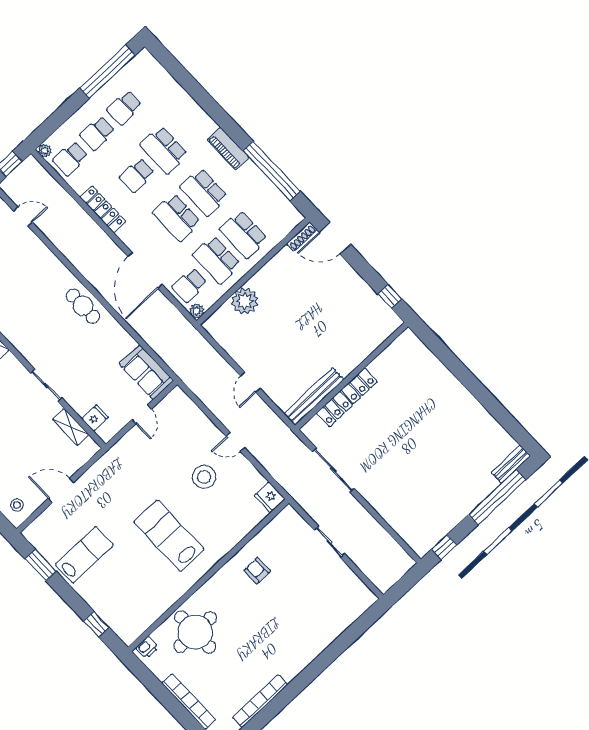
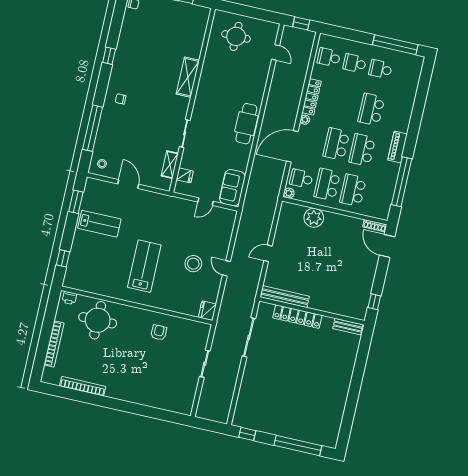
plant: (45, 151) -> (305, 120), moved
school desk: (137, 175) -> (345, 104), removed
cafe table: (83, 306) -> (246, 124), width x1.37, depth x1.35
bench: (511, 464) -> (348, 327), moved

